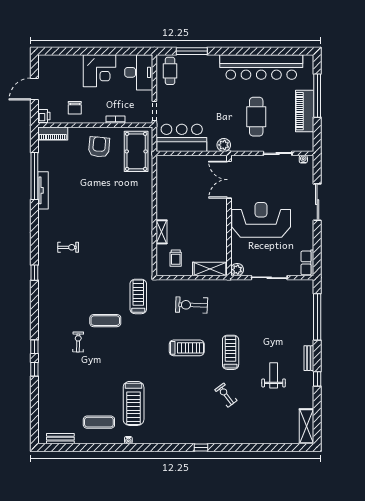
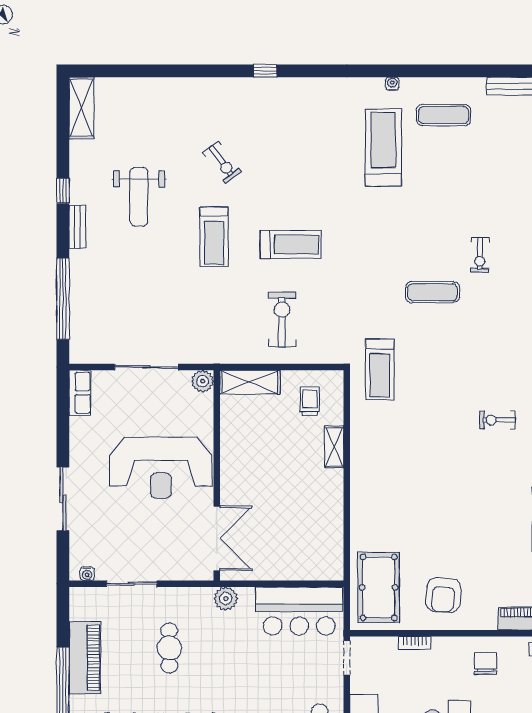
cafe table: (256, 117) -> (169, 648), width x0.73, depth x0.74
treadmill: (138, 296) -> (380, 369), moved
exercise bike: (192, 305) -> (282, 319), turned -92
treadmill: (187, 348) -> (290, 245), turned 180
weight bench: (274, 375) -> (139, 197), width x1.36, depth x1.33

